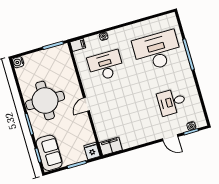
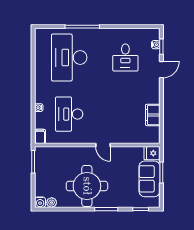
plant: (21, 73) -> (52, 203), added
filing cabinet: (111, 146) -> (153, 115), moved
sofa: (49, 153) -> (149, 179), moved, turned -90

